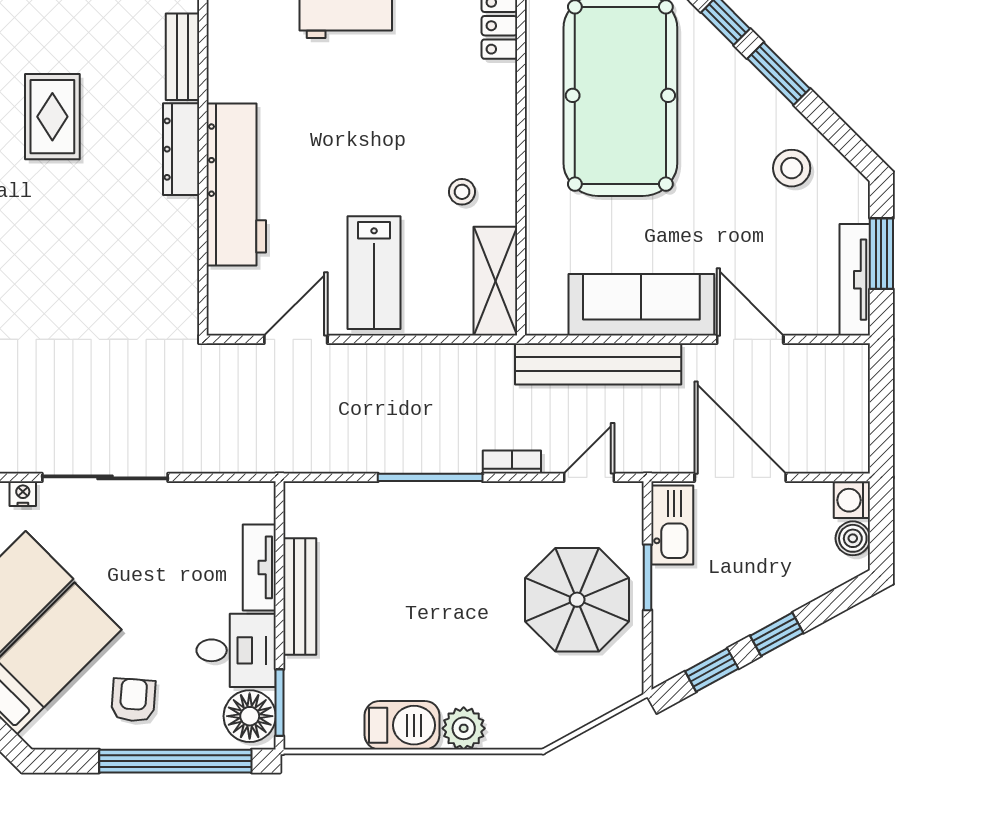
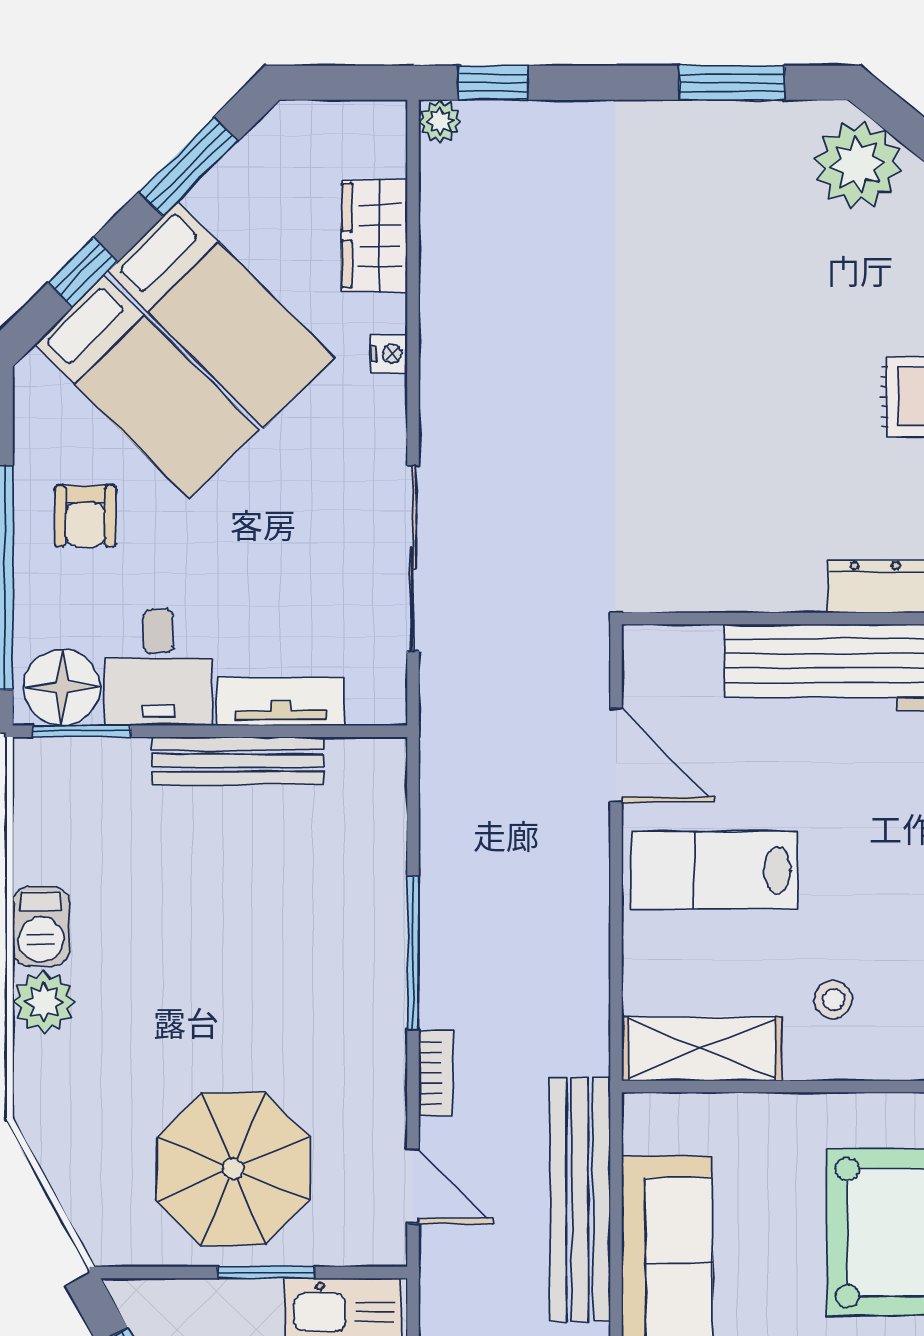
sliding door: (105, 477) -> (413, 558), moved
armchair: (133, 700) -> (85, 516), turned 86
barbecue: (402, 725) -> (41, 926), width x0.73, depth x0.79

